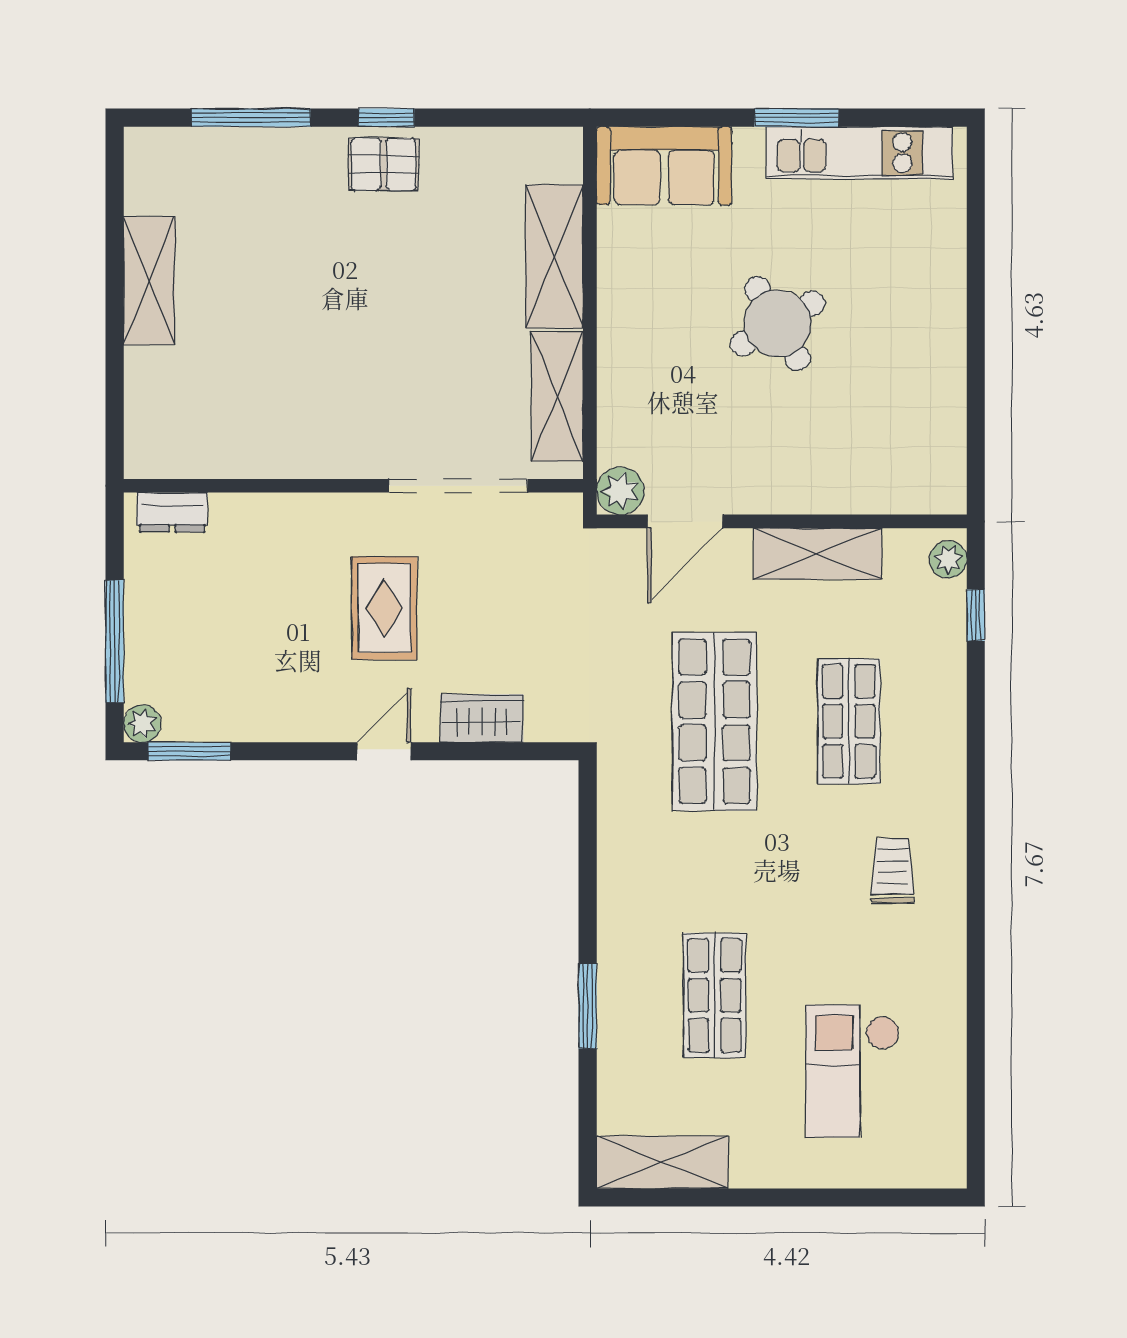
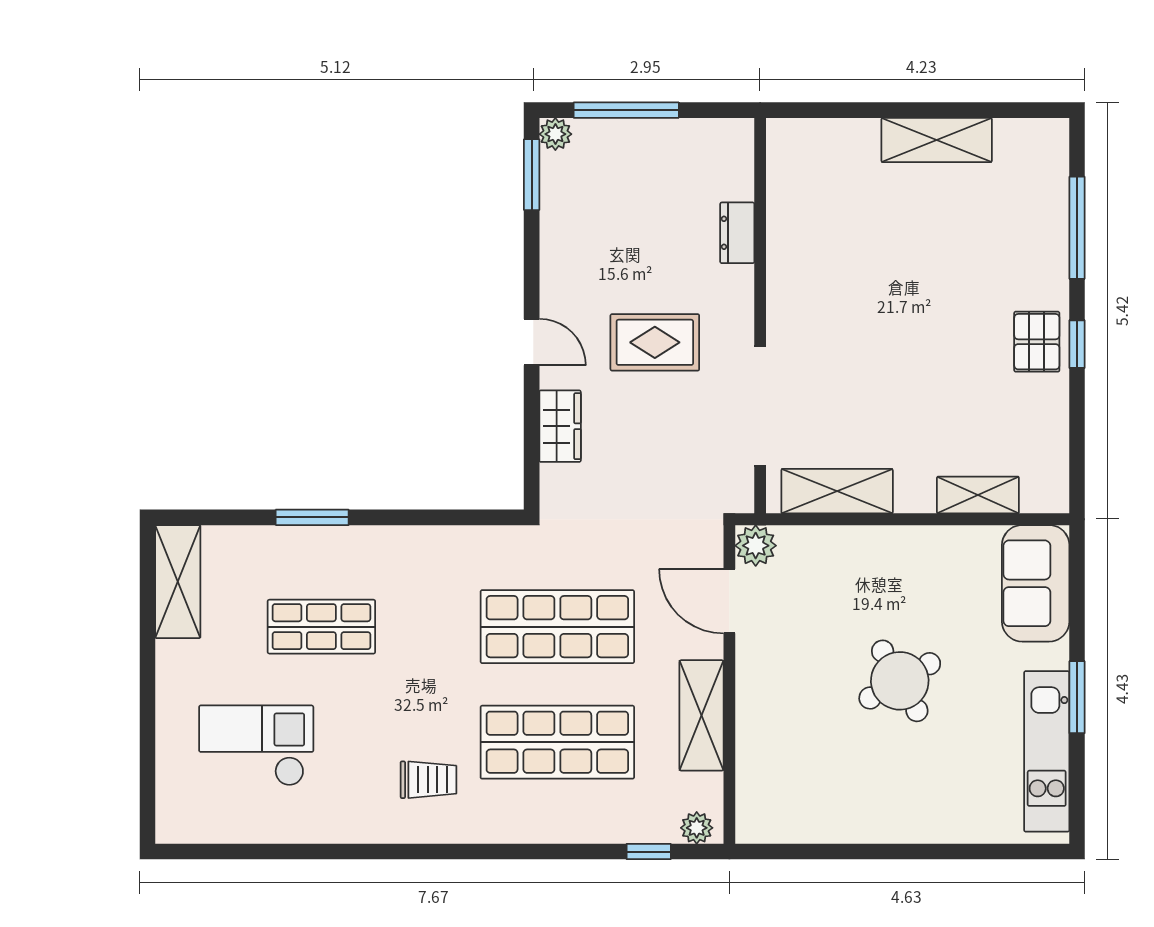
shelving: (555, 257) -> (978, 495), width x0.67, depth x0.75
dresser: (172, 512) -> (737, 233), moved
shop shelf: (849, 721) -> (557, 742), width x1.43, depth x1.36

